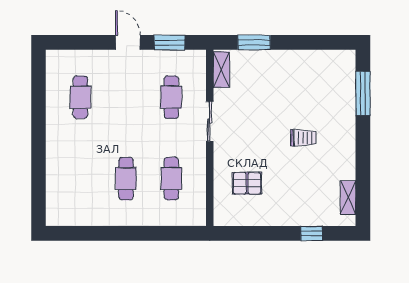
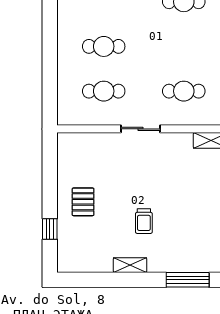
sliding door: (210, 121) -> (141, 129), moved
pallet: (247, 183) -> (83, 202), moved
shelving: (348, 198) -> (130, 265), moved

